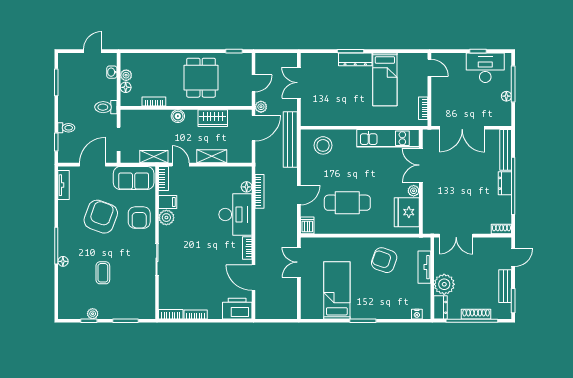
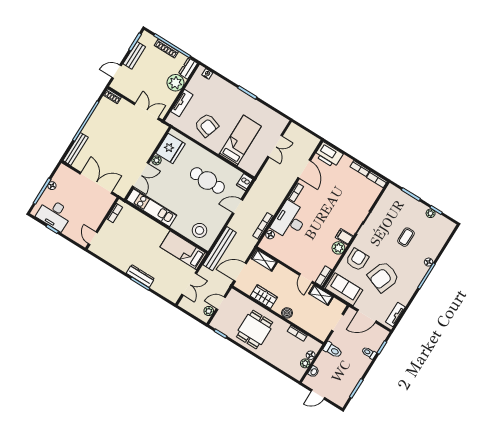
bed: (385, 79) -> (183, 250), moved, turned -90
plant: (261, 107) -> (209, 311), moved
shelving: (212, 156) -> (264, 260), moved
dresser: (505, 183) -> (90, 126), removed
filing cabinet: (168, 202) -> (344, 237), moved
double door: (299, 262) -> (275, 146), moved
bed: (337, 290) -> (240, 140), moved, turned 180

